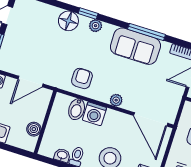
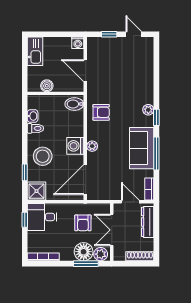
window: (88, 13) -> (156, 117), moved
floor lamp: (68, 21) -> (145, 86), removed
bidet: (77, 109) -> (74, 104), moved
washing machine: (94, 114) -> (75, 146), moved

